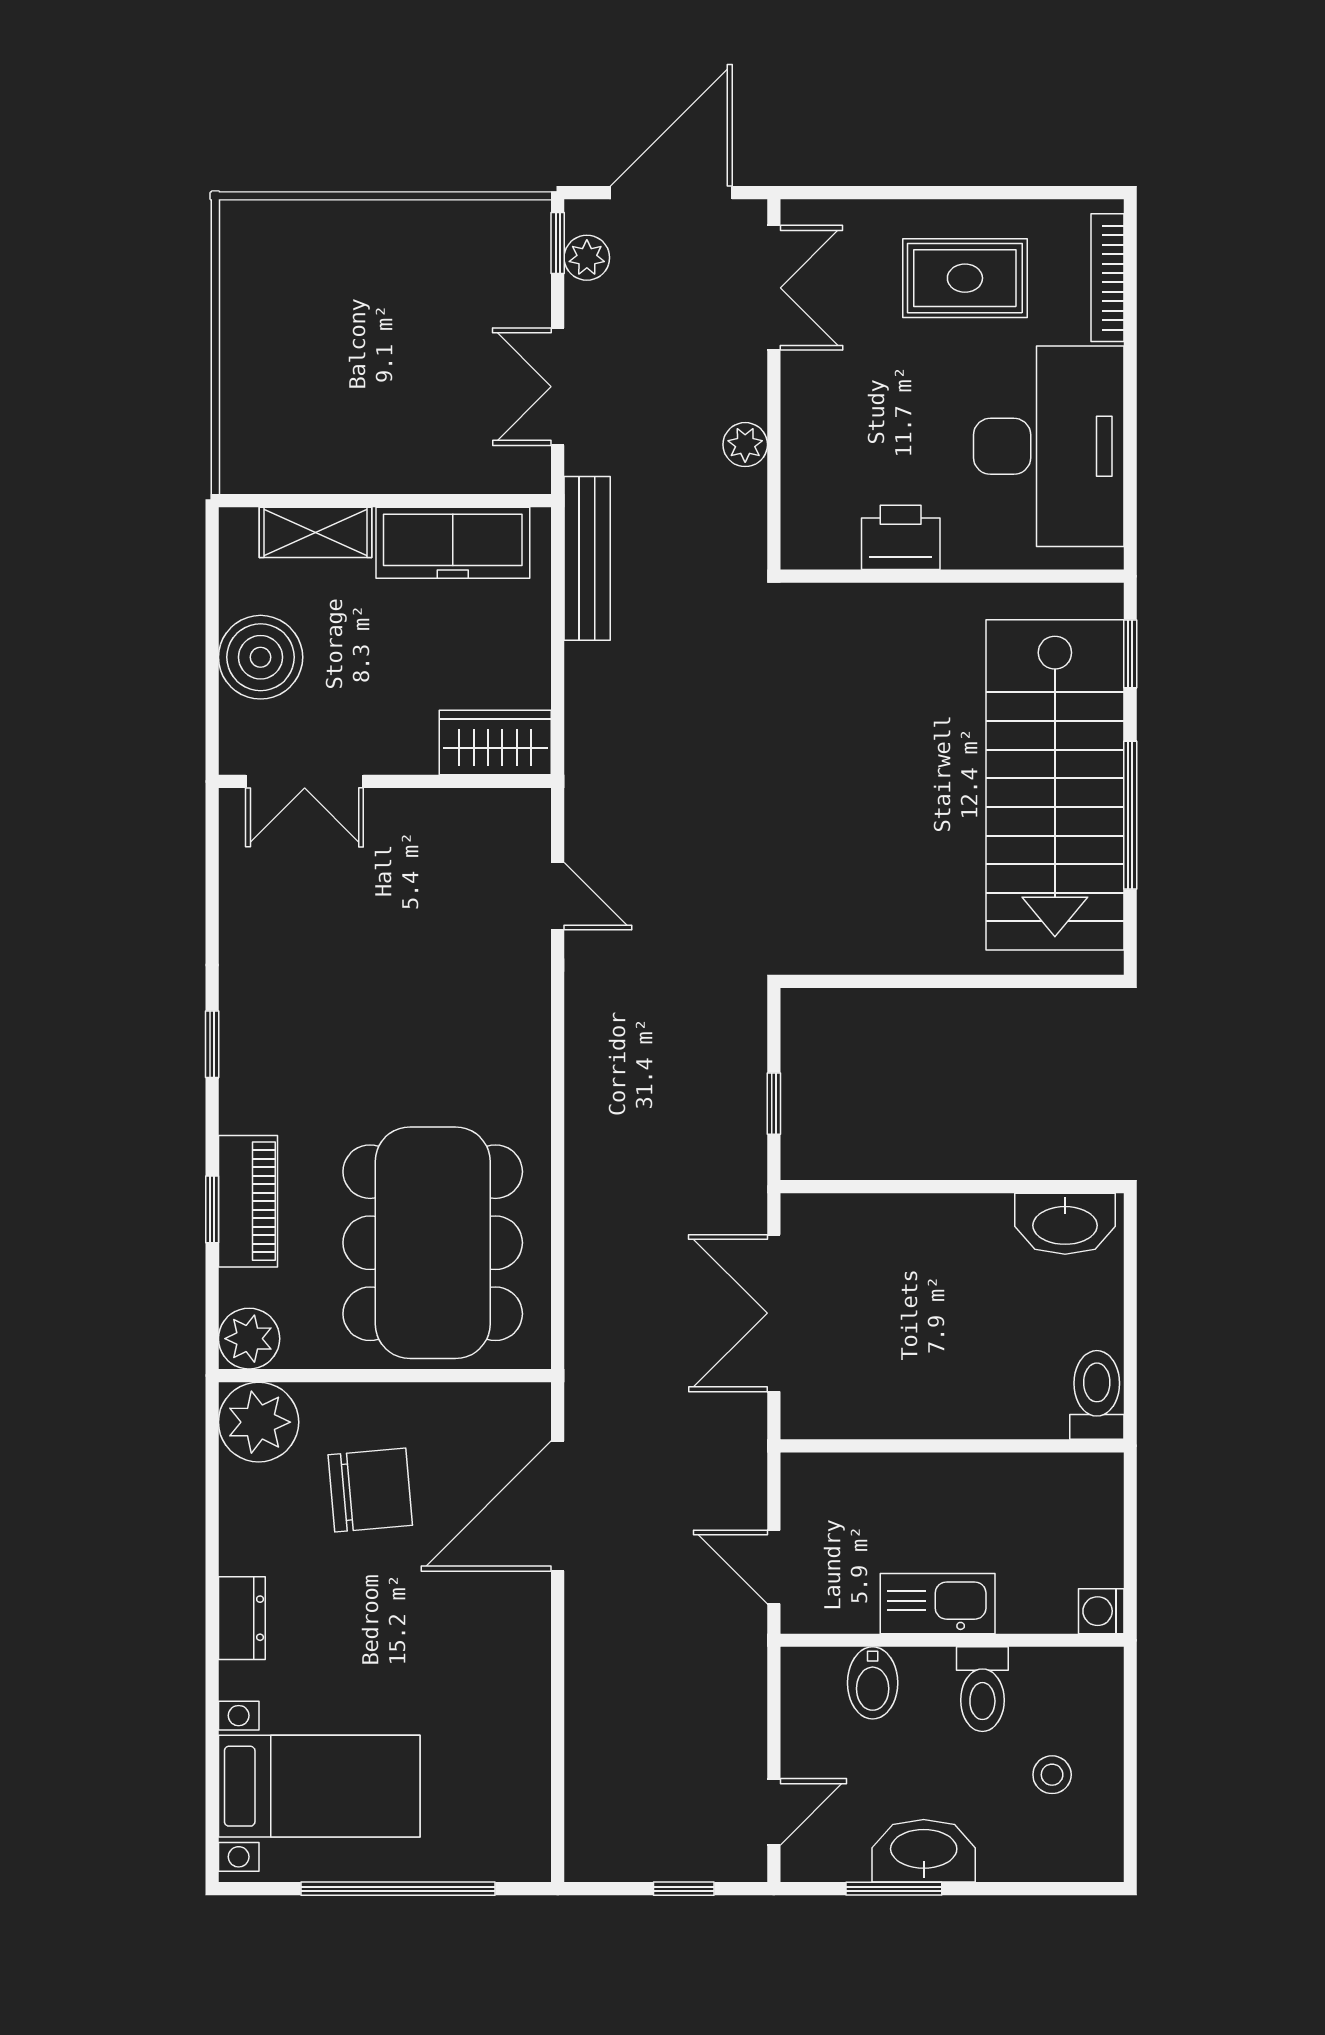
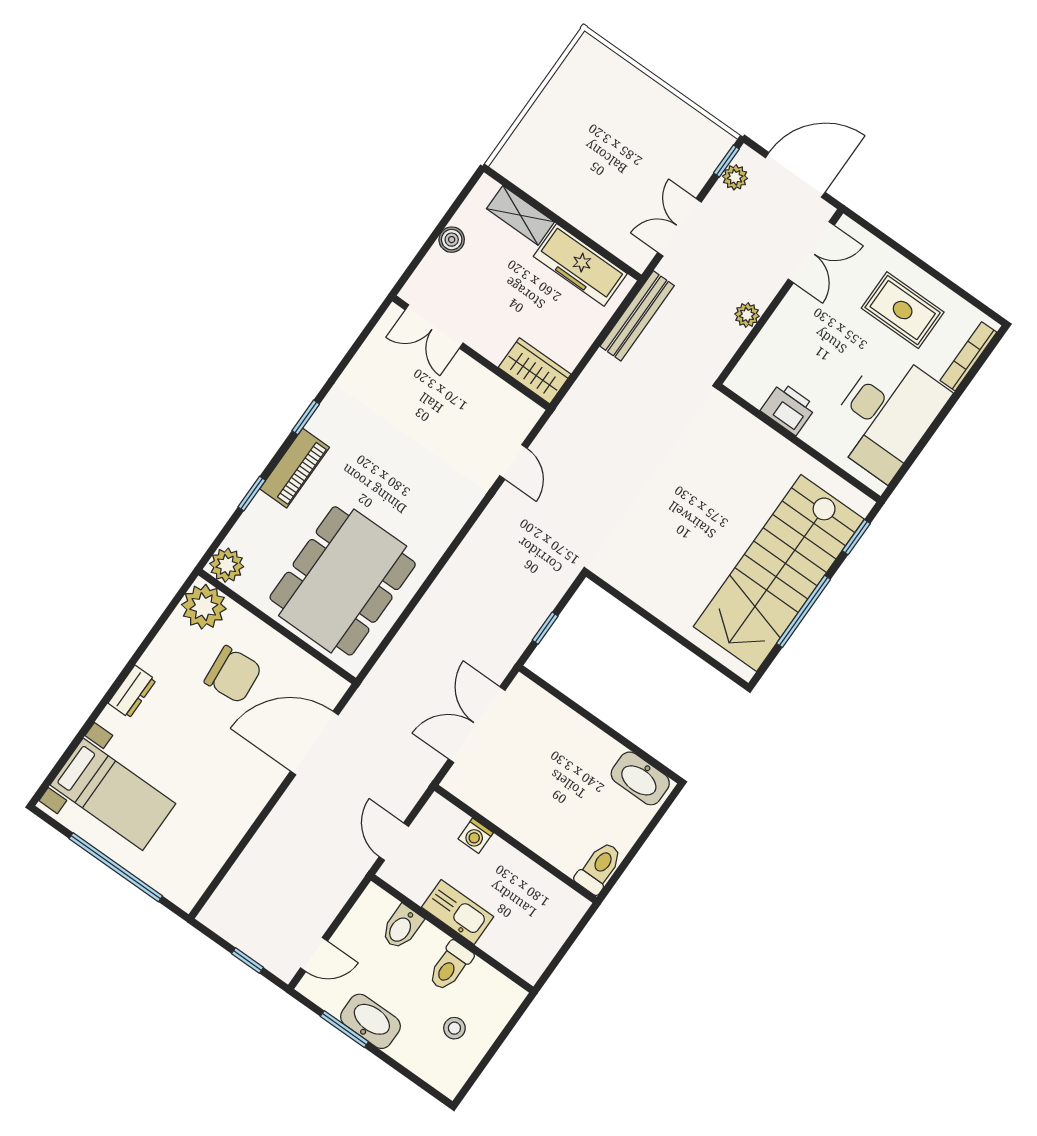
boiler: (261, 657) -> (452, 240), width x0.54, depth x0.54
piano: (248, 1201) -> (295, 468), moved
washing machine: (1101, 1611) -> (476, 836), moved, turned -90

